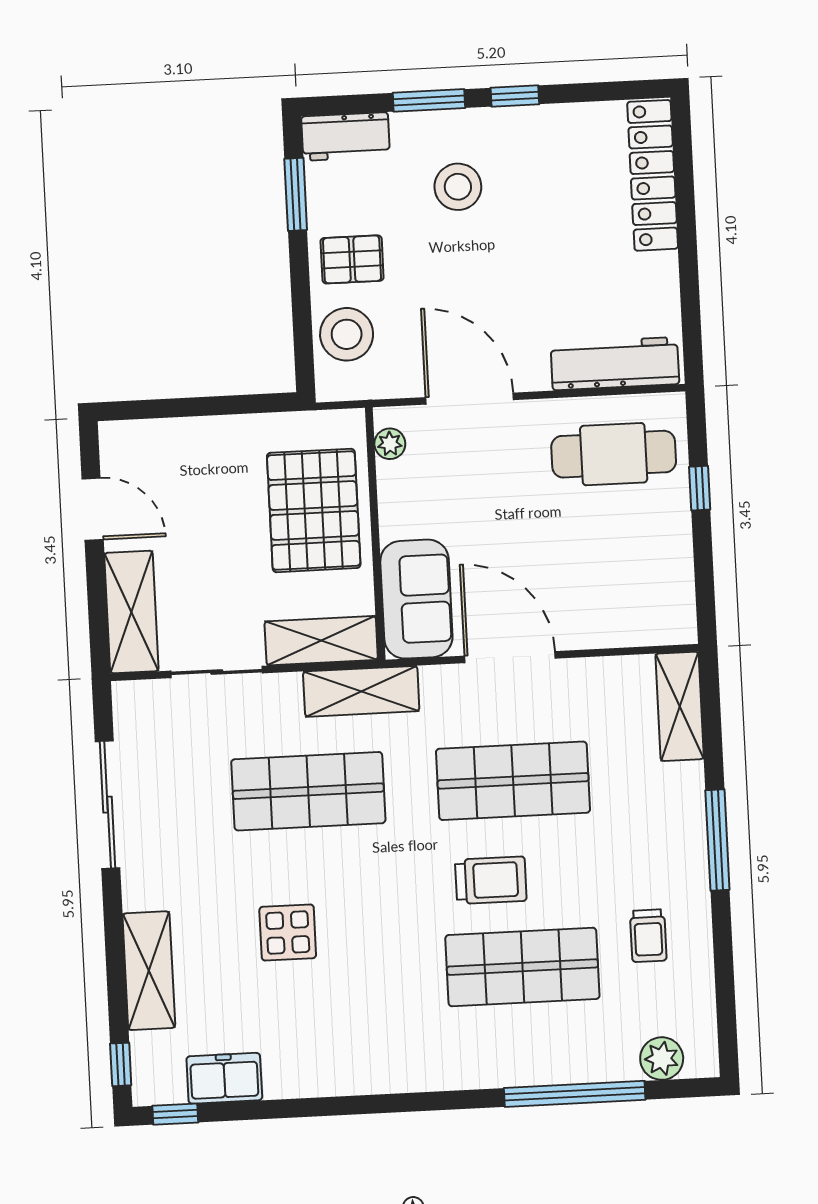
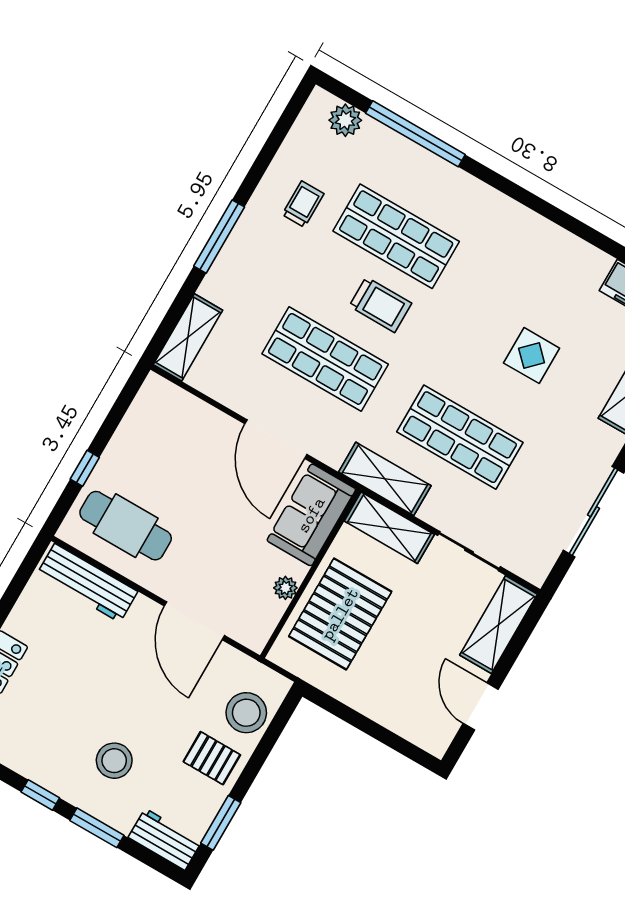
plant: (390, 444) -> (285, 588), moved
trolley: (491, 880) -> (380, 305), turned 180

